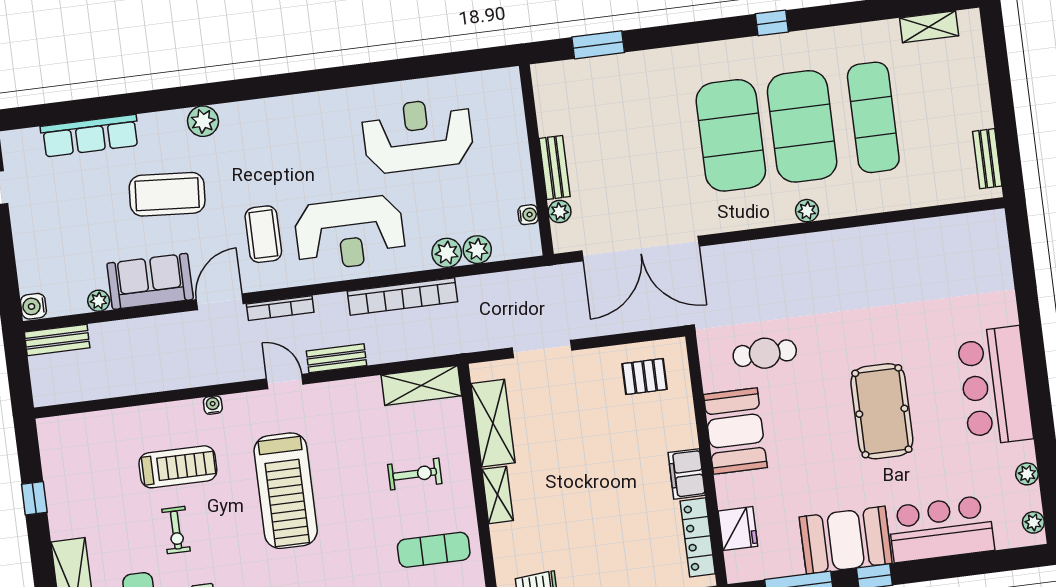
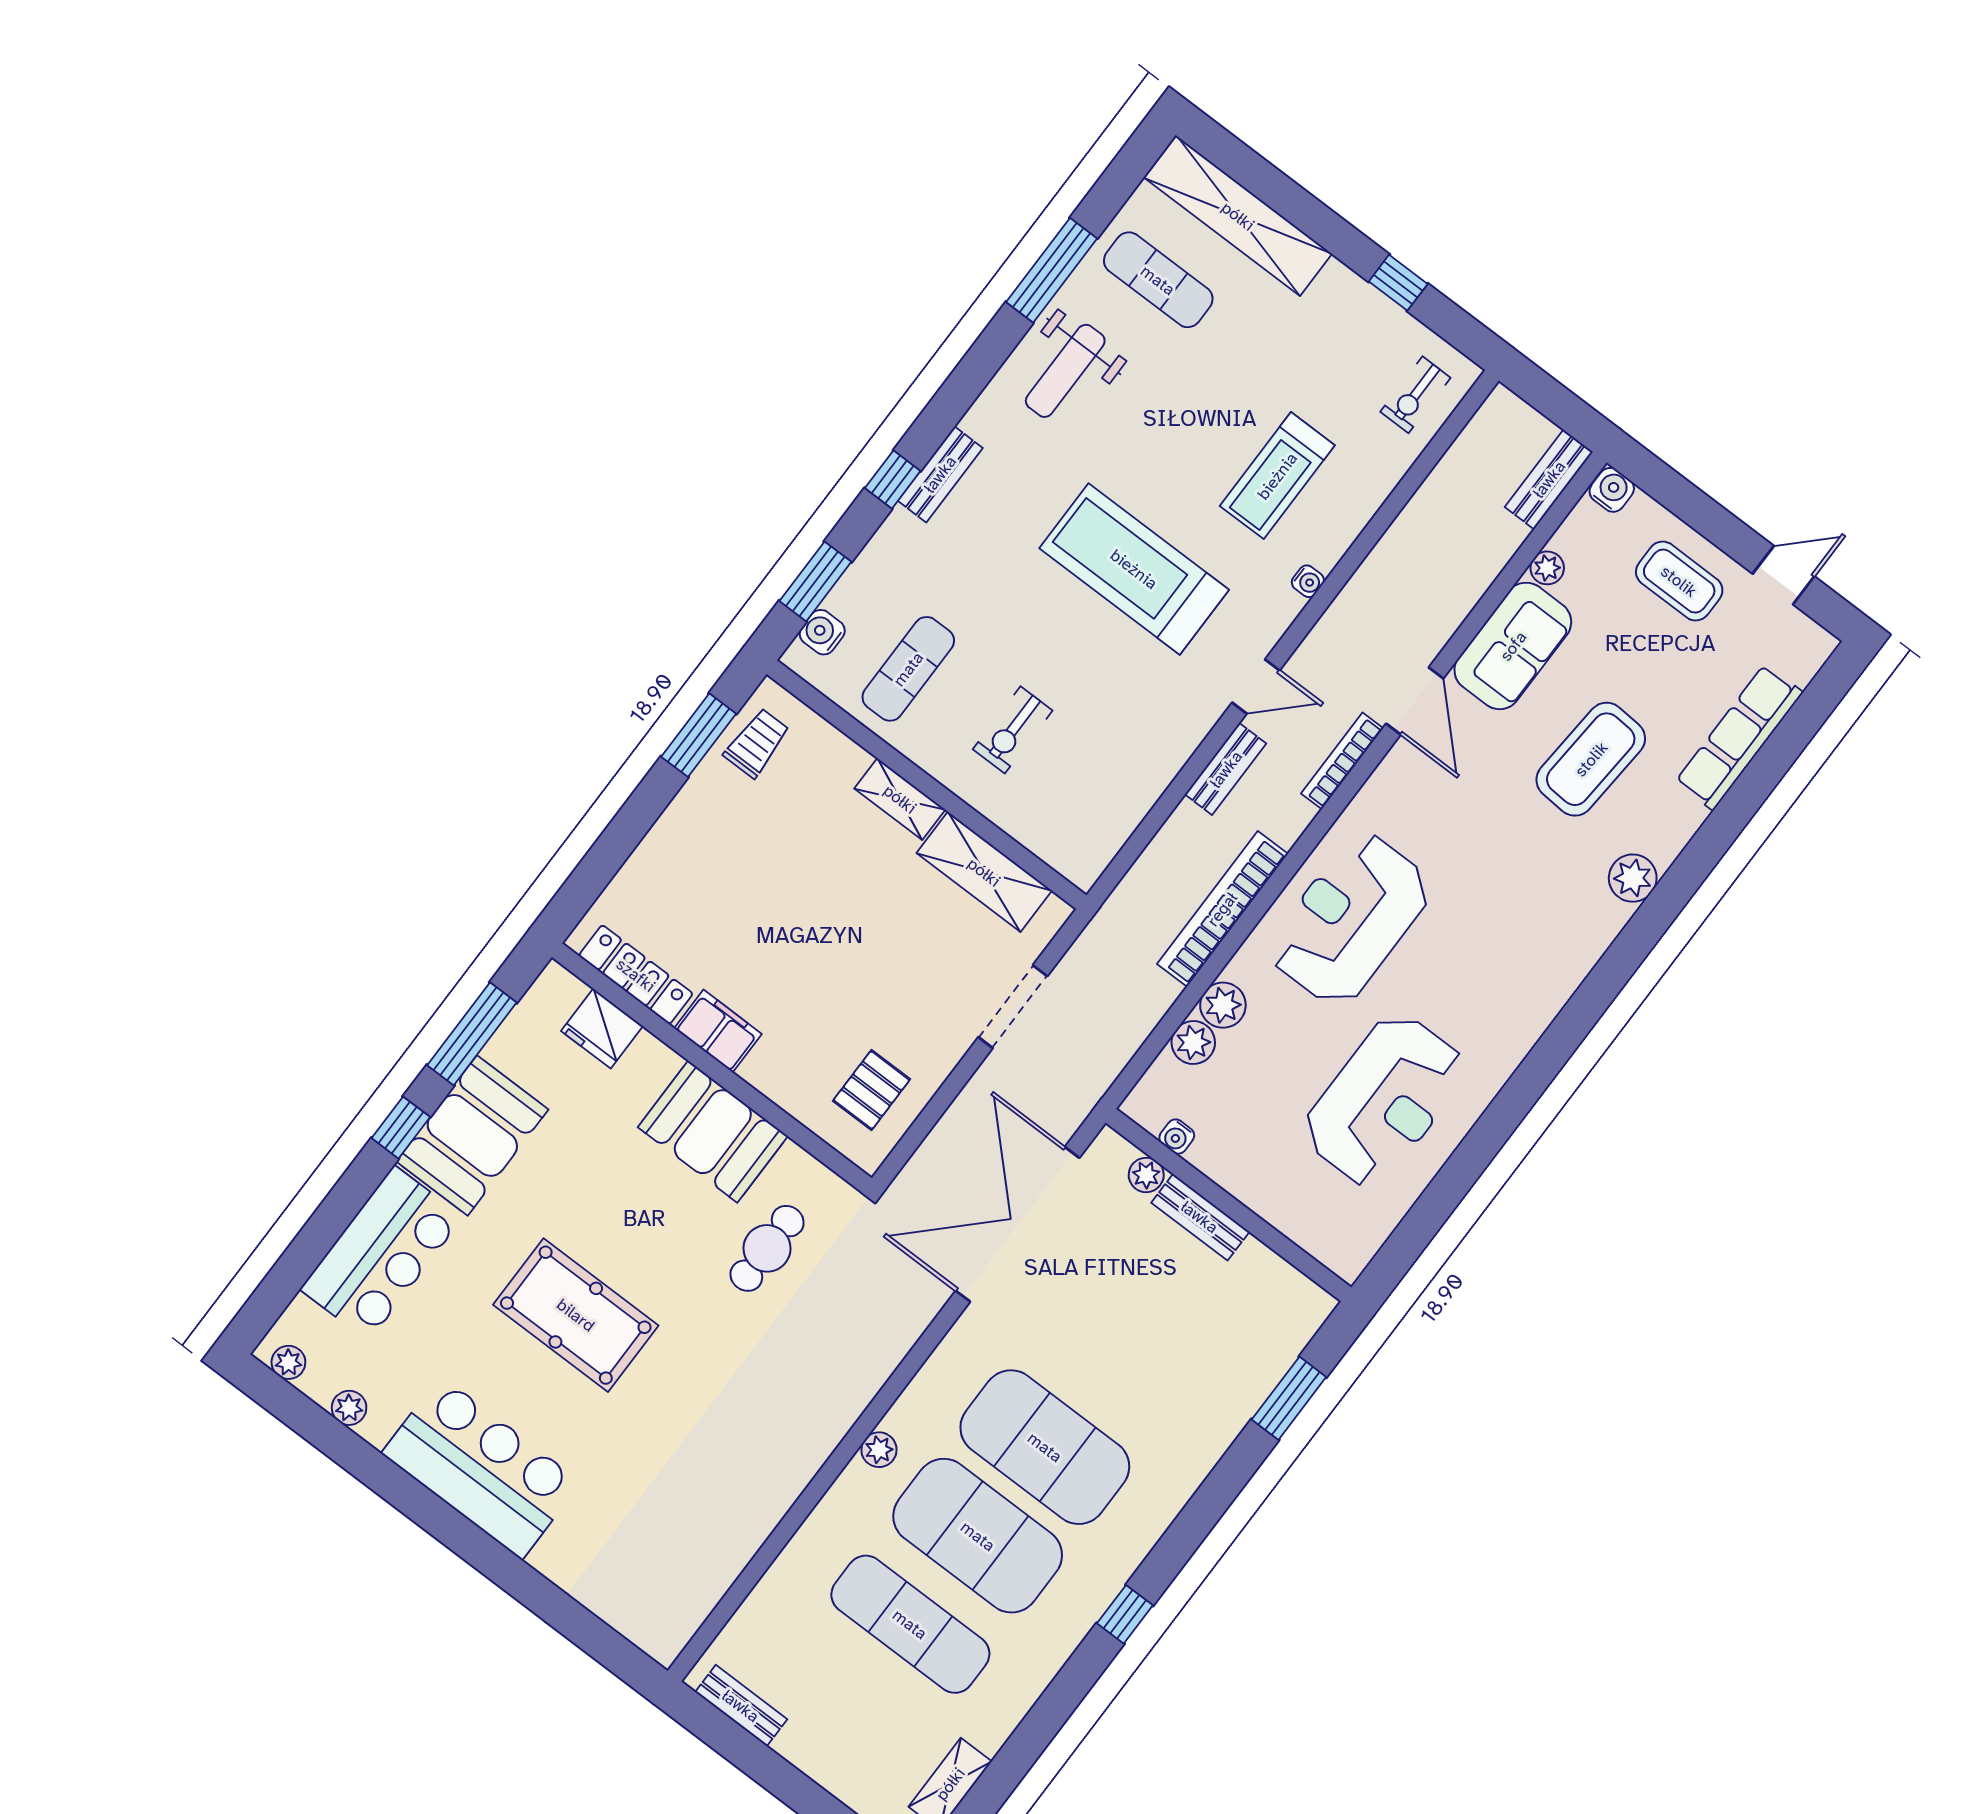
coffee table: (263, 234) -> (1679, 581), moved
shelving: (421, 385) -> (1104, 833), removed
exercise bike: (176, 530) -> (1415, 395), moved, turned -90

